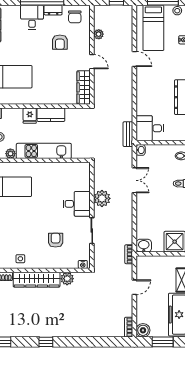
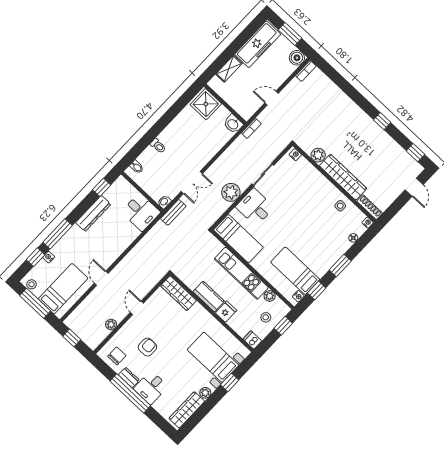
wardrobe: (84, 87) -> (179, 293), moved, turned 90
bench: (128, 134) -> (173, 212), moved
bed: (68, 172) -> (238, 239), added
double door: (134, 180) -> (192, 183), swing flipped
armchair: (56, 240) -> (299, 194), removed

